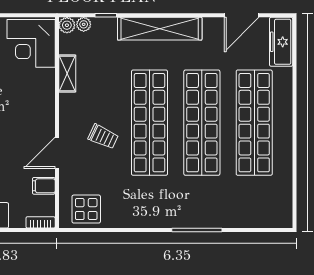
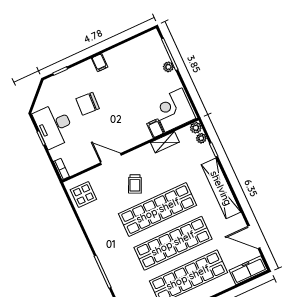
filing cabinet: (44, 186) -> (155, 128), moved

